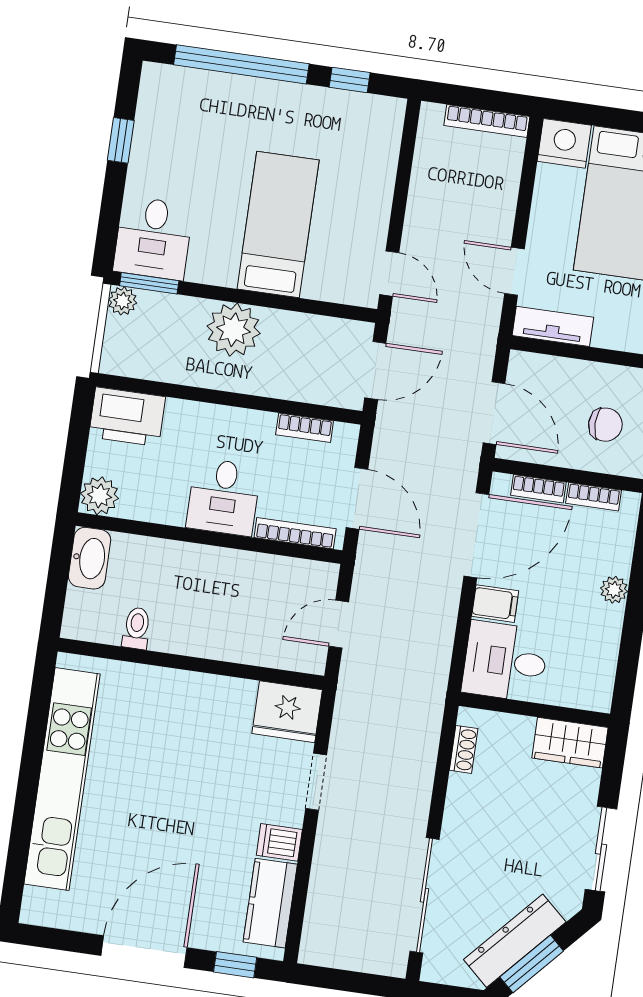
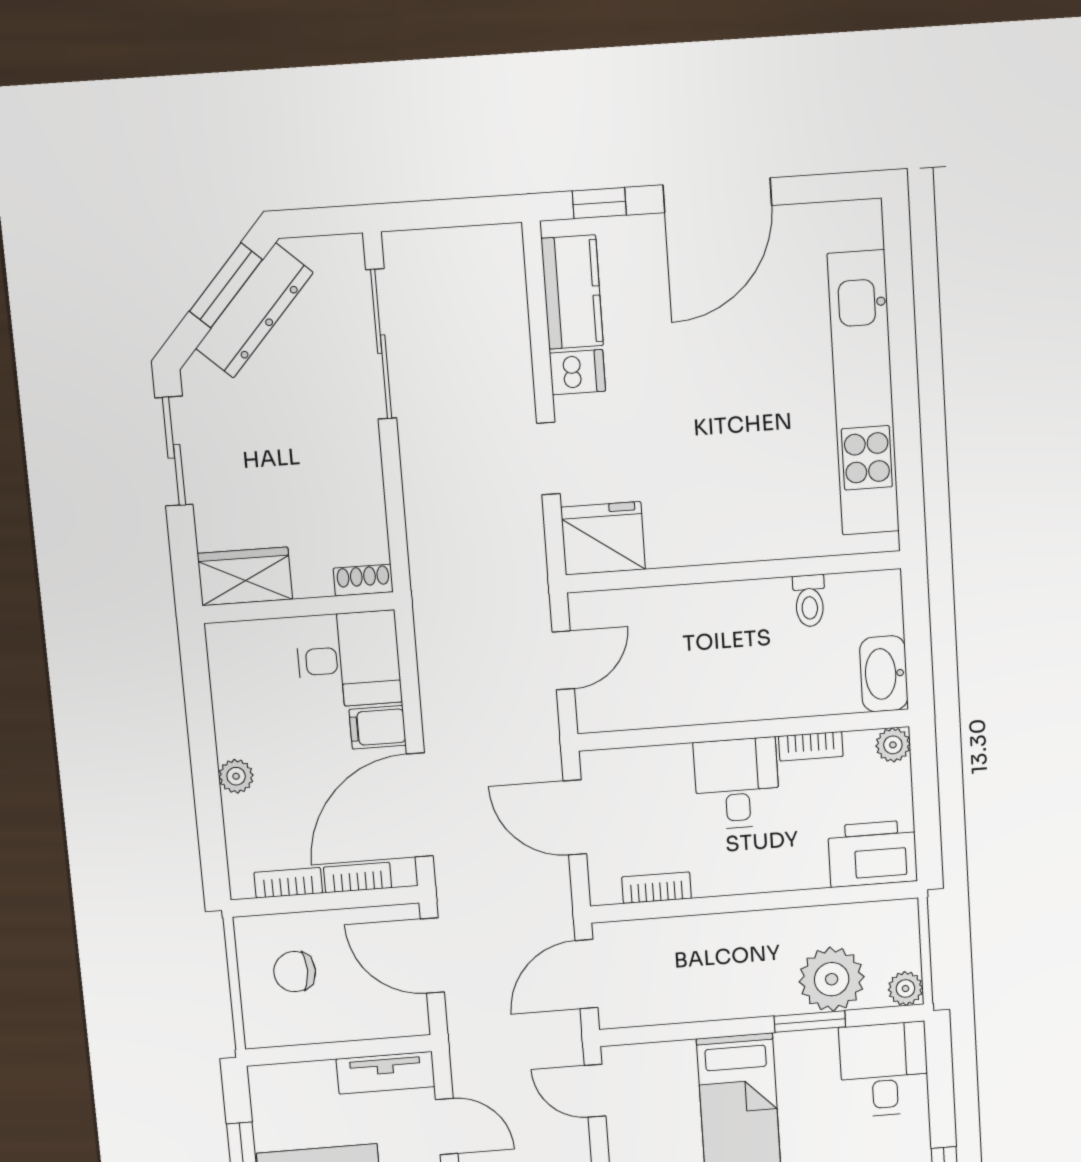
window: (149, 283) -> (810, 1021), moved
plant: (234, 330) -> (832, 979), moved
plant: (100, 496) -> (893, 745), width x0.73, depth x0.73
bookcase: (295, 533) -> (811, 746), moved, width x0.64
shoe rack: (464, 749) -> (363, 580), moved, turned 90

